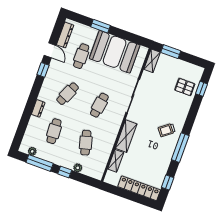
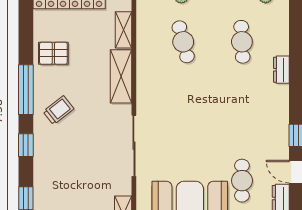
pallet: (185, 87) -> (53, 53), moved
cafe table: (68, 94) -> (242, 111), removed
cafe table: (99, 105) -> (183, 111), removed
window: (168, 183) -> (26, 145), moved

